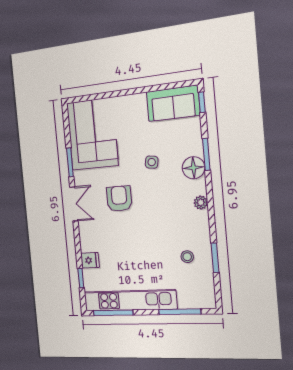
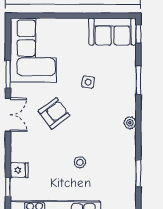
floor lamp: (194, 168) -> (126, 91), removed
armchair: (119, 199) -> (54, 113), turned 53
stool: (187, 257) -> (80, 162), moved

